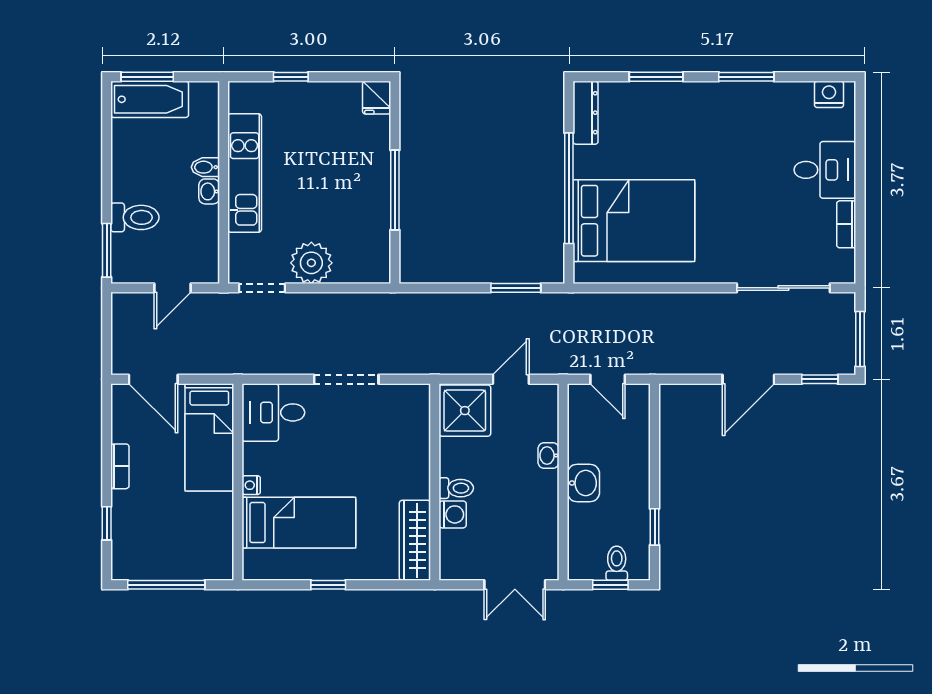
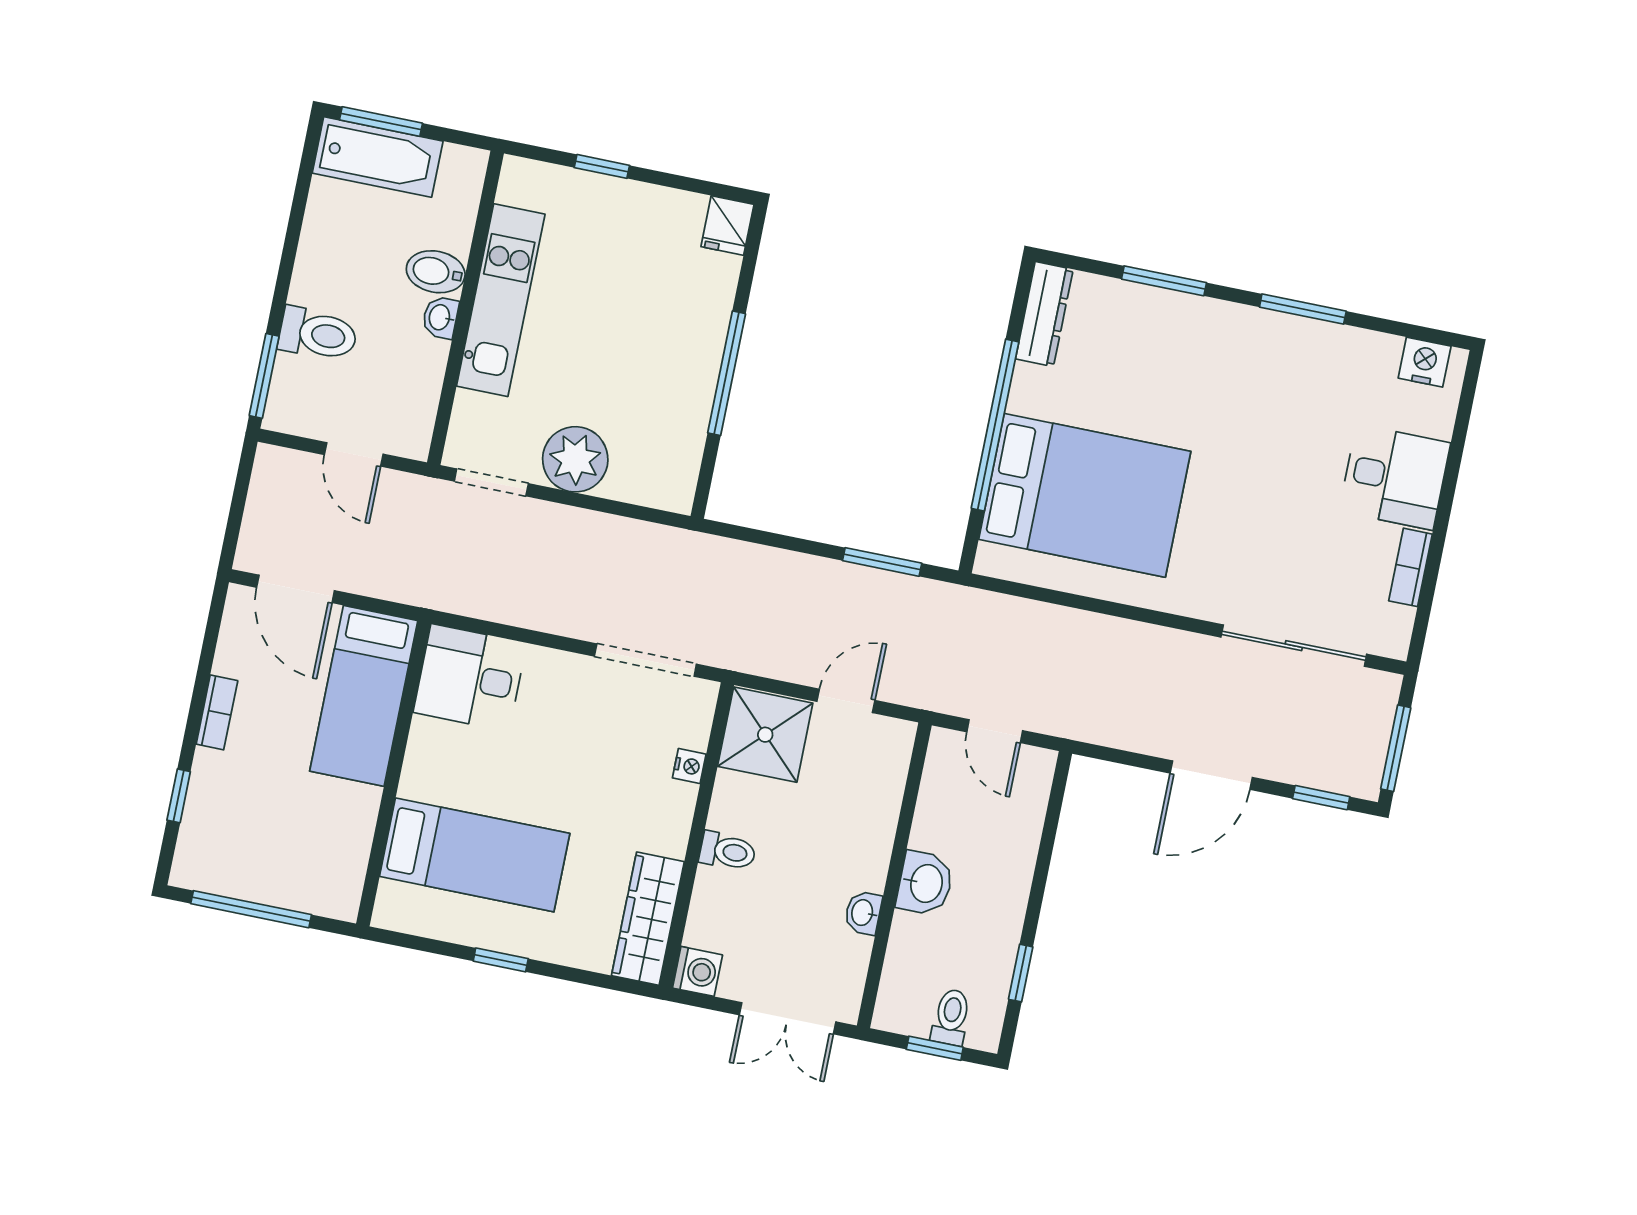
bidet: (205, 167) -> (436, 272), width x1.38, depth x1.36
door: (172, 288) -> (354, 454), hinge flipped
doorway: (346, 379) -> (645, 660), moved
washbasin: (548, 456) -> (863, 913), moved
nightstand: (251, 485) -> (689, 766), moved, turned 180
washing machine: (453, 514) -> (697, 971), moved

